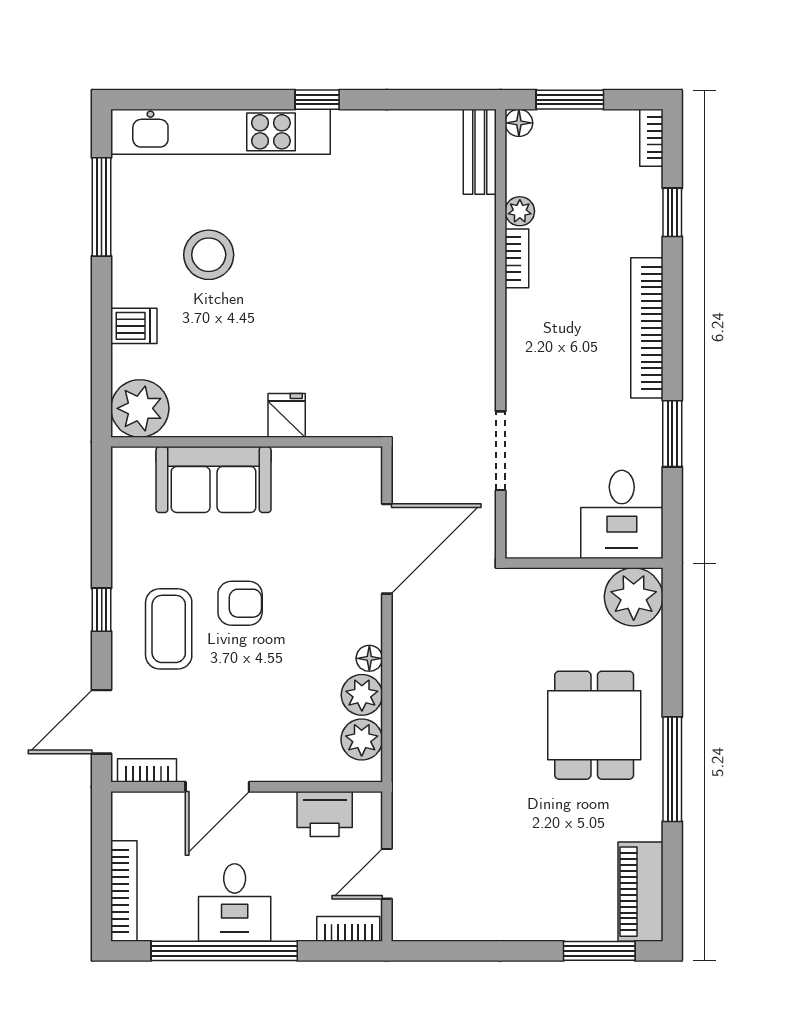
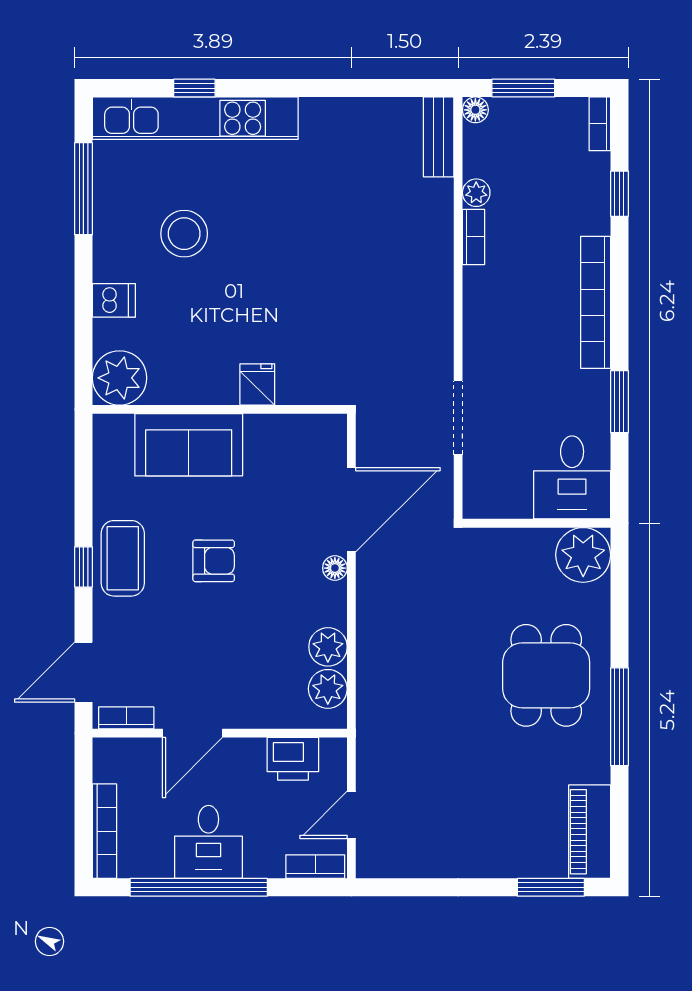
window: (317, 100) -> (194, 88), moved
coffee table: (169, 629) -> (123, 558), moved
floor lamp: (369, 658) -> (335, 568), moved

